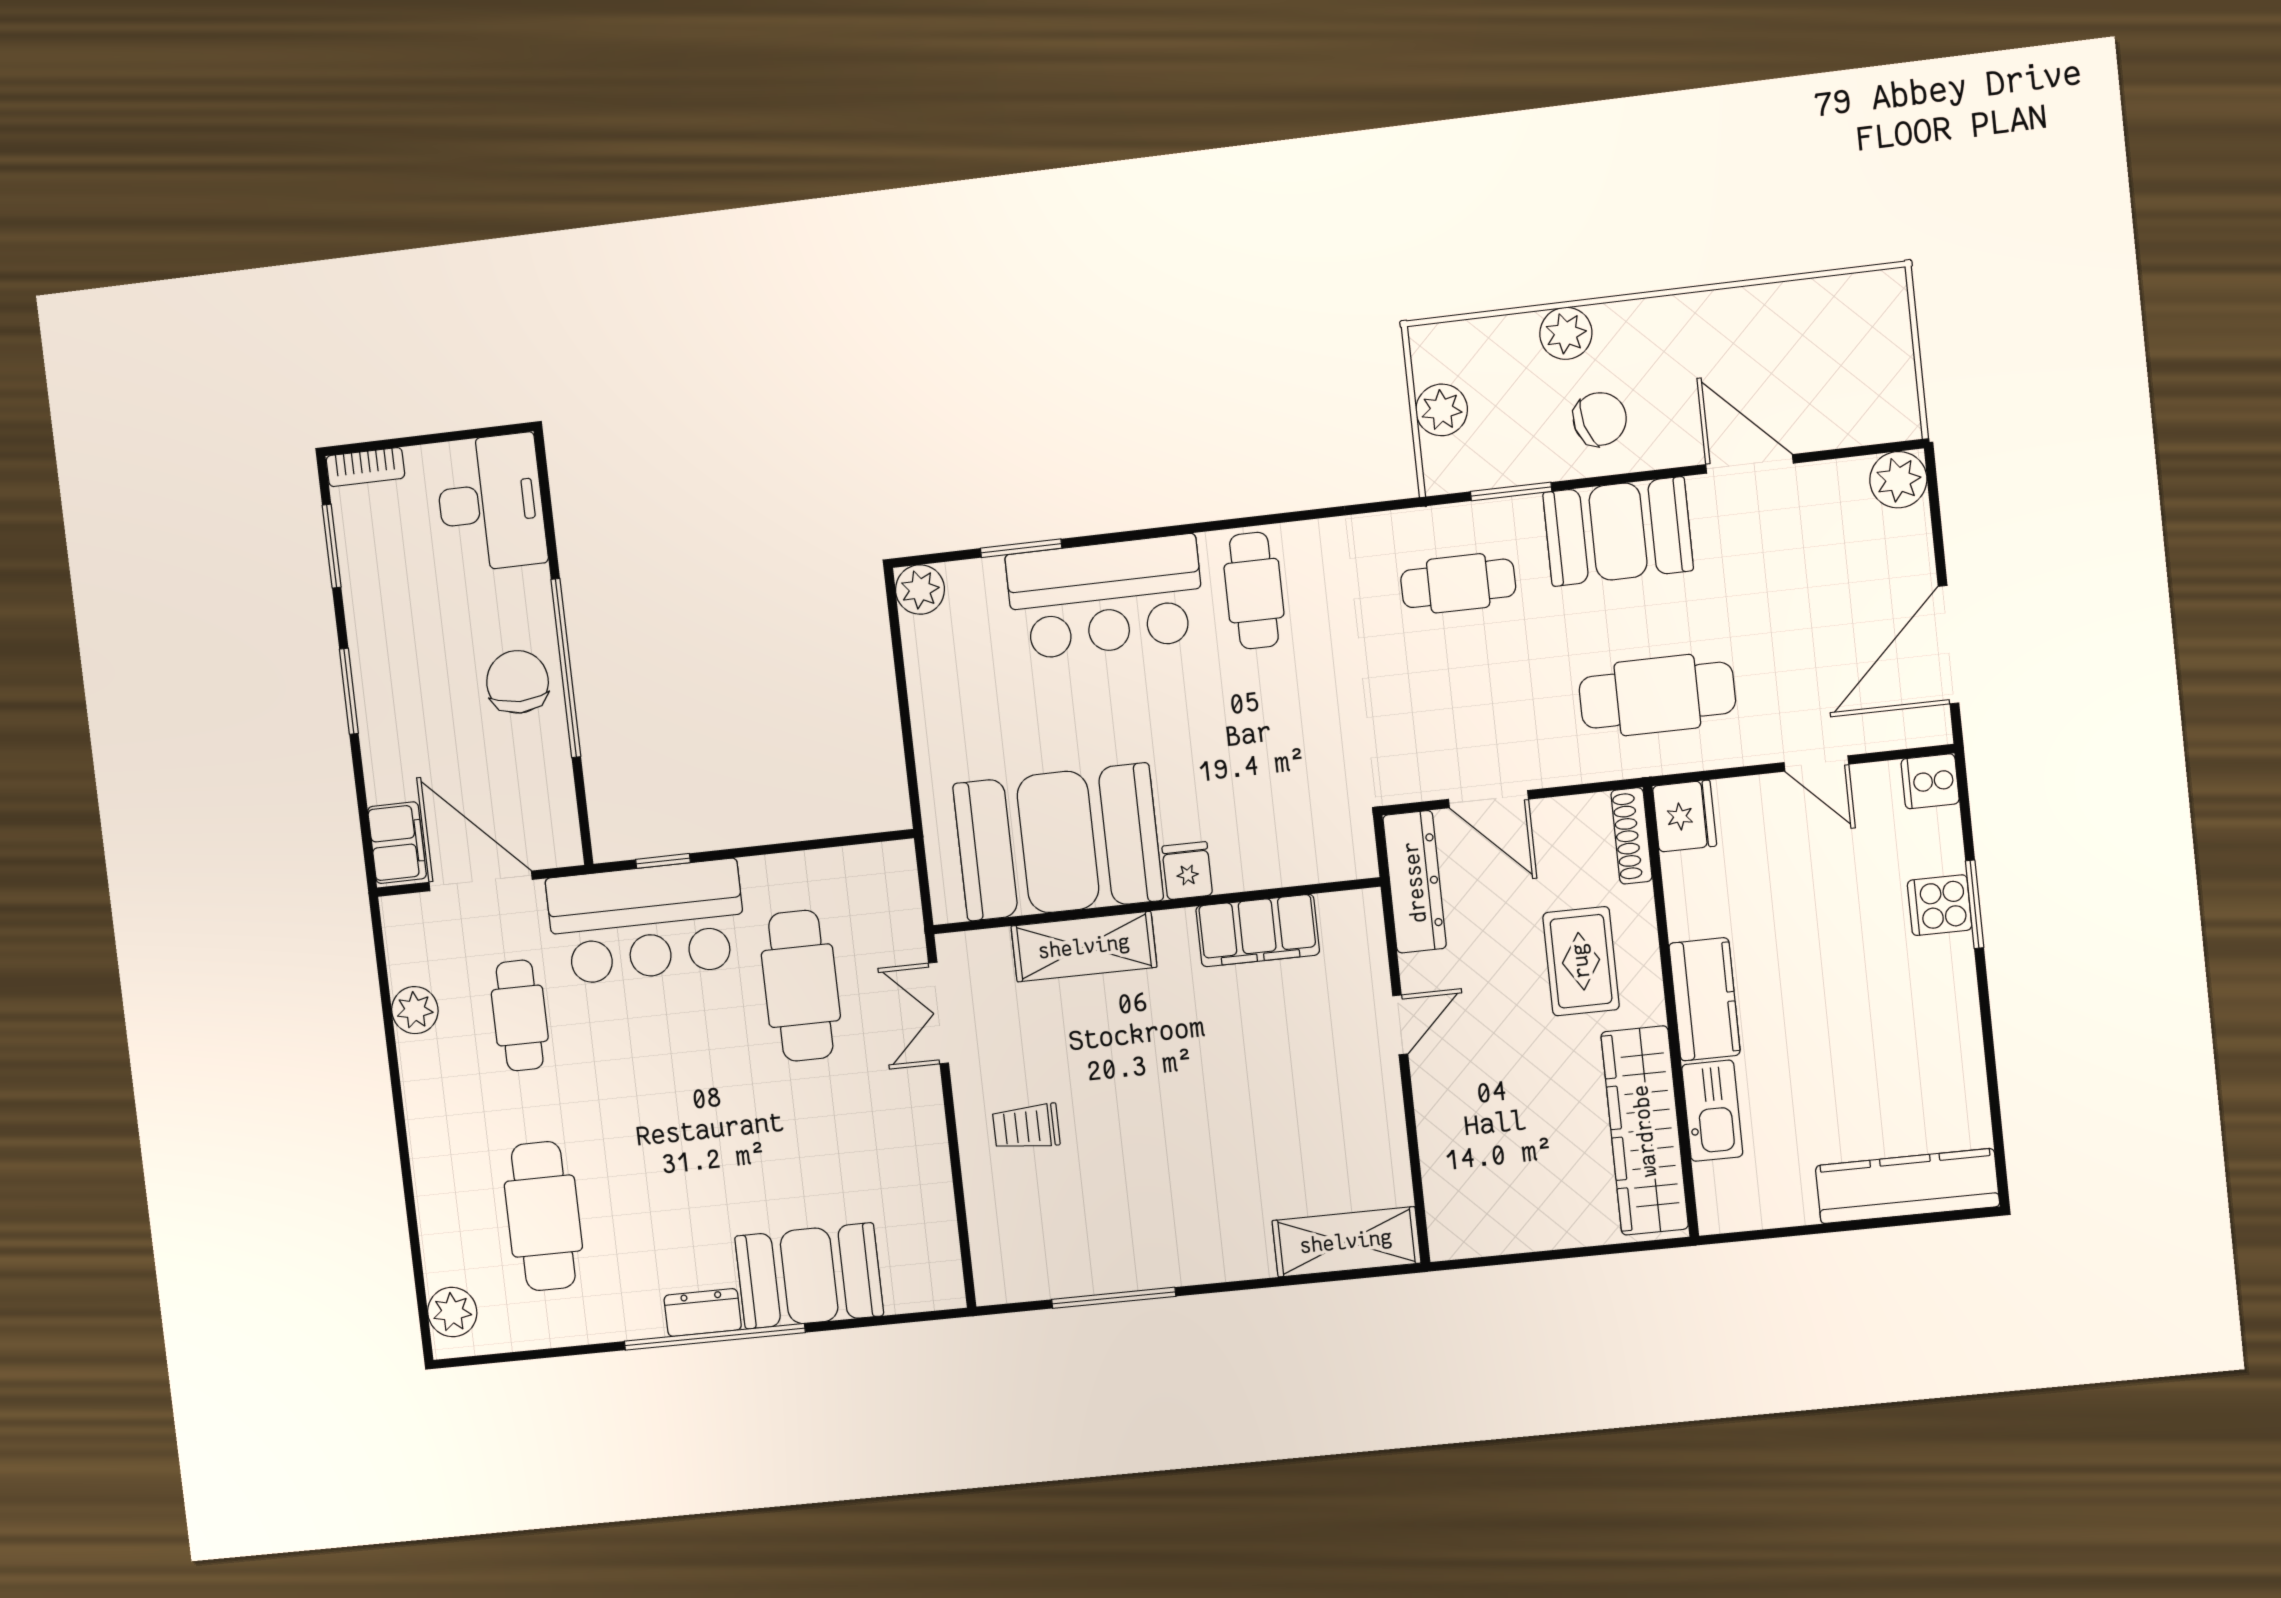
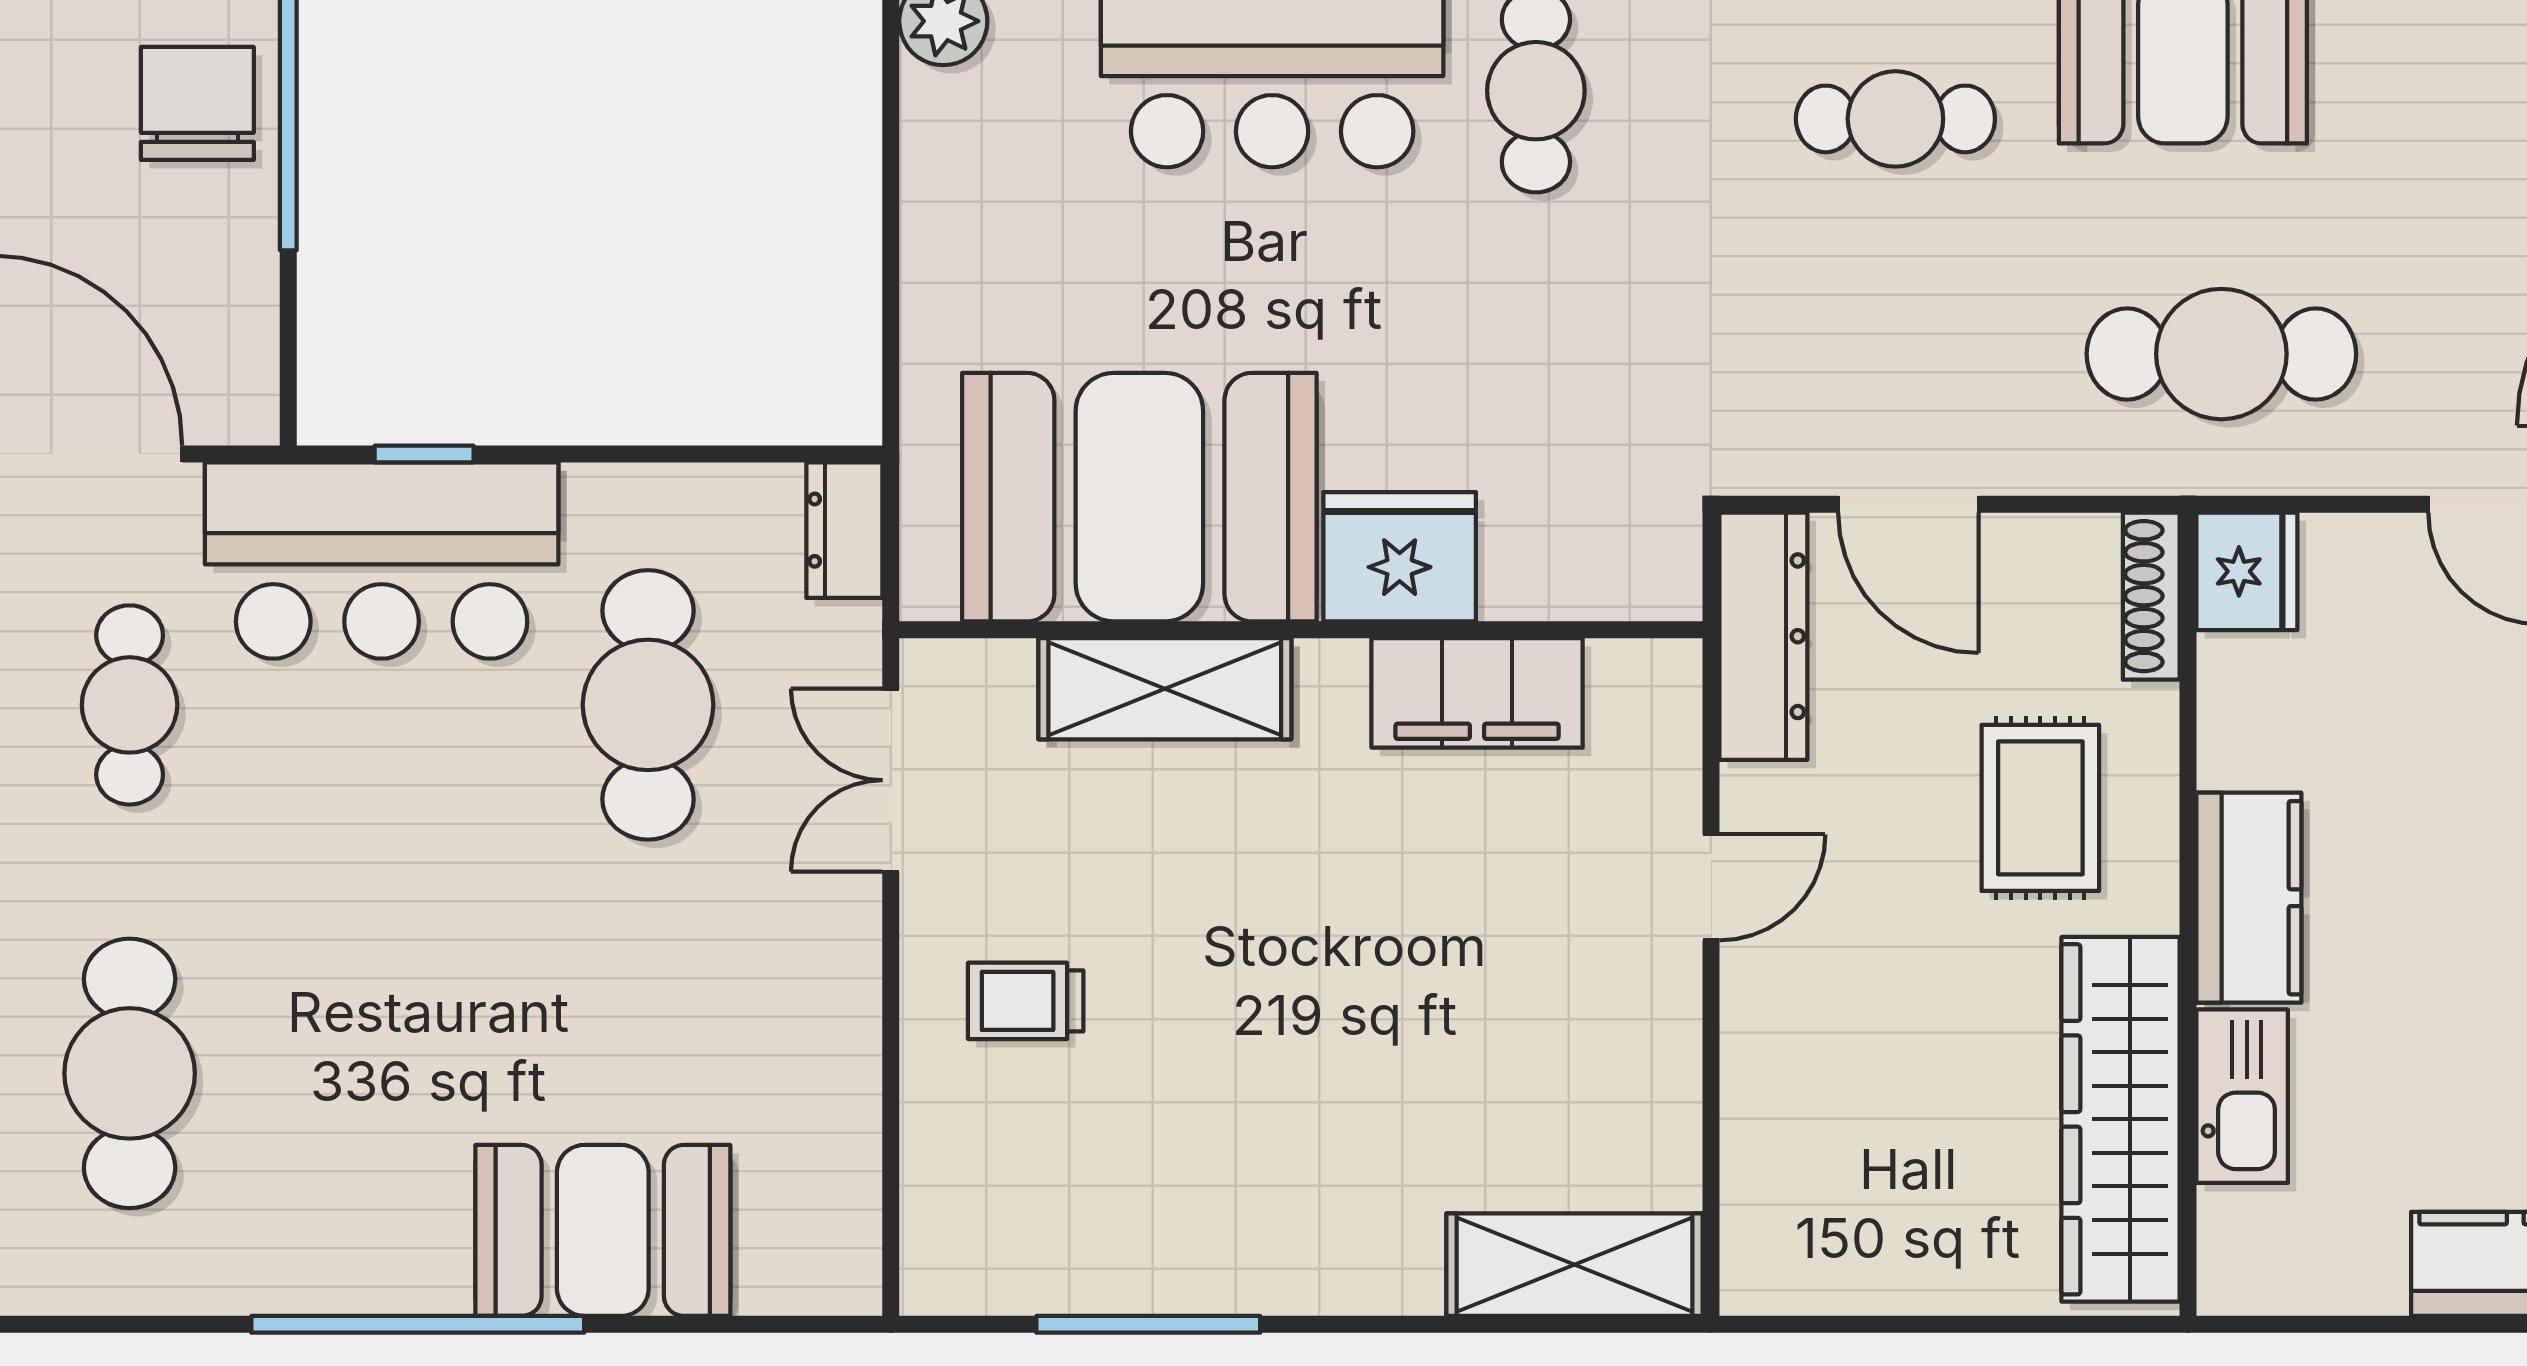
fridge: (1187, 871) -> (1400, 557), width x1.88, depth x1.34
dresser: (703, 1313) -> (844, 530), moved, turned -90

